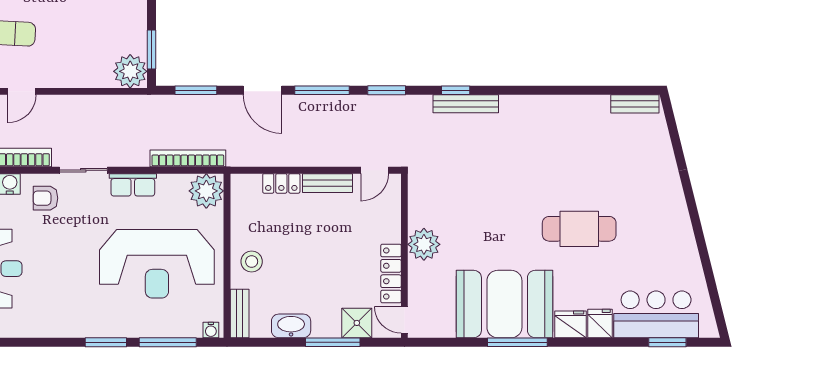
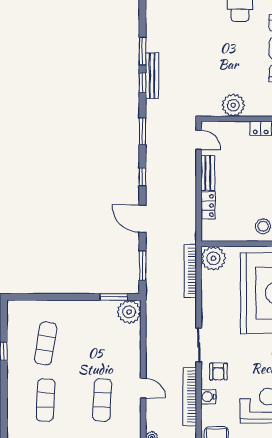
door: (263, 90) -> (142, 219), swing flipped
window: (322, 90) -> (142, 177), width x0.46
window: (501, 90) -> (142, 51), added
row of seats: (133, 185) -> (209, 310), removed
plant: (424, 244) -> (233, 105), moved

